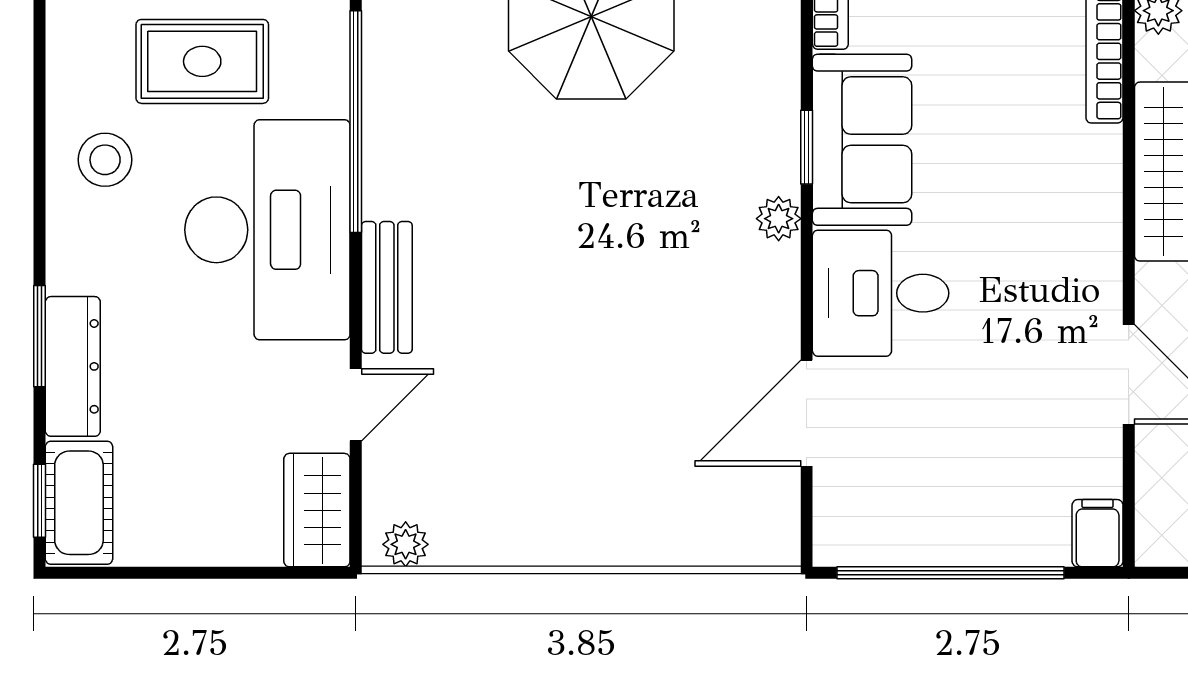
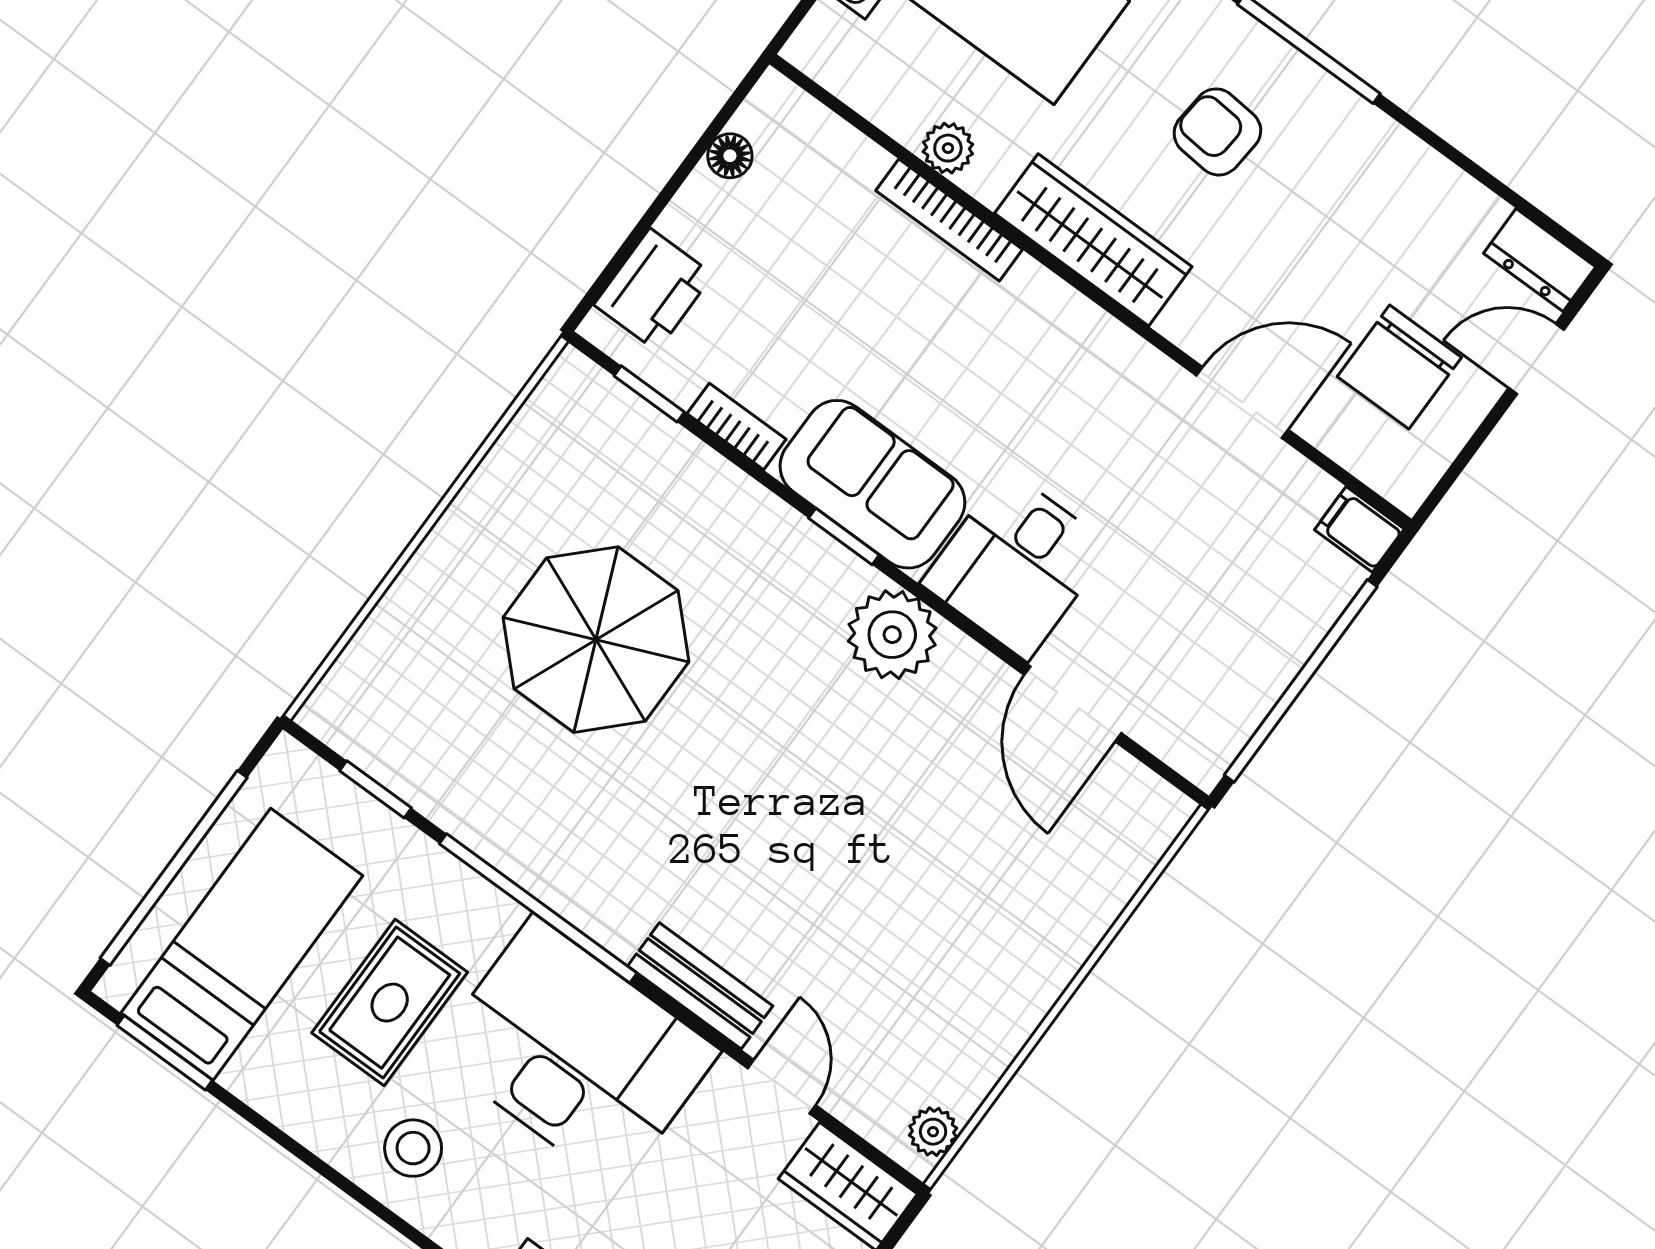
plant: (779, 219) -> (892, 635), width x1.88, depth x1.88

